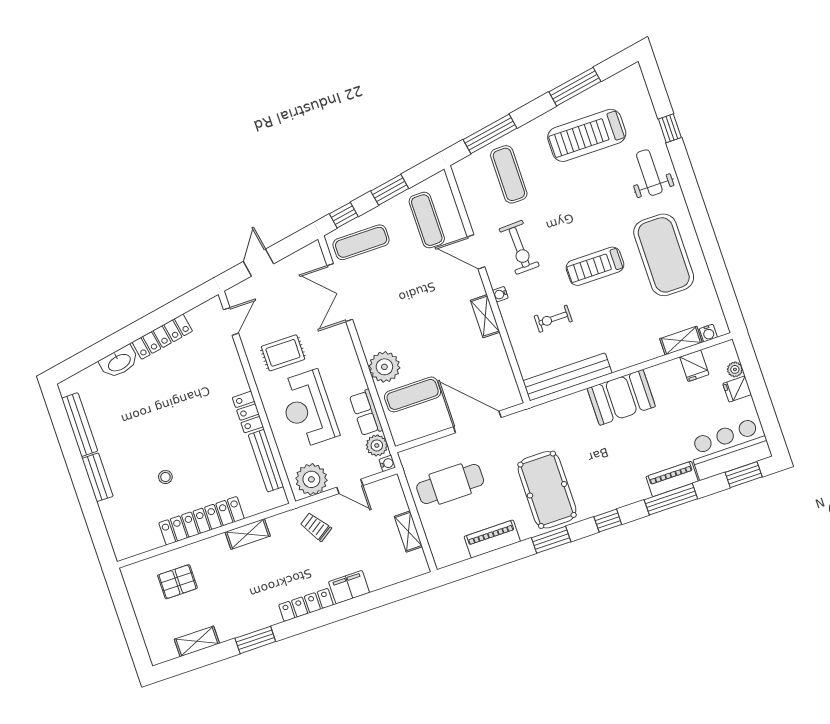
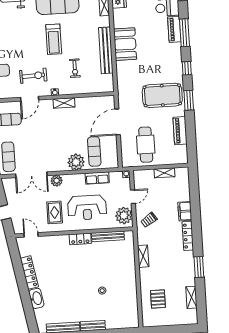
bench: (567, 377) -> (106, 50), moved
plant: (377, 445) -> (57, 181), moved
locker: (202, 521) -> (130, 278), removed

